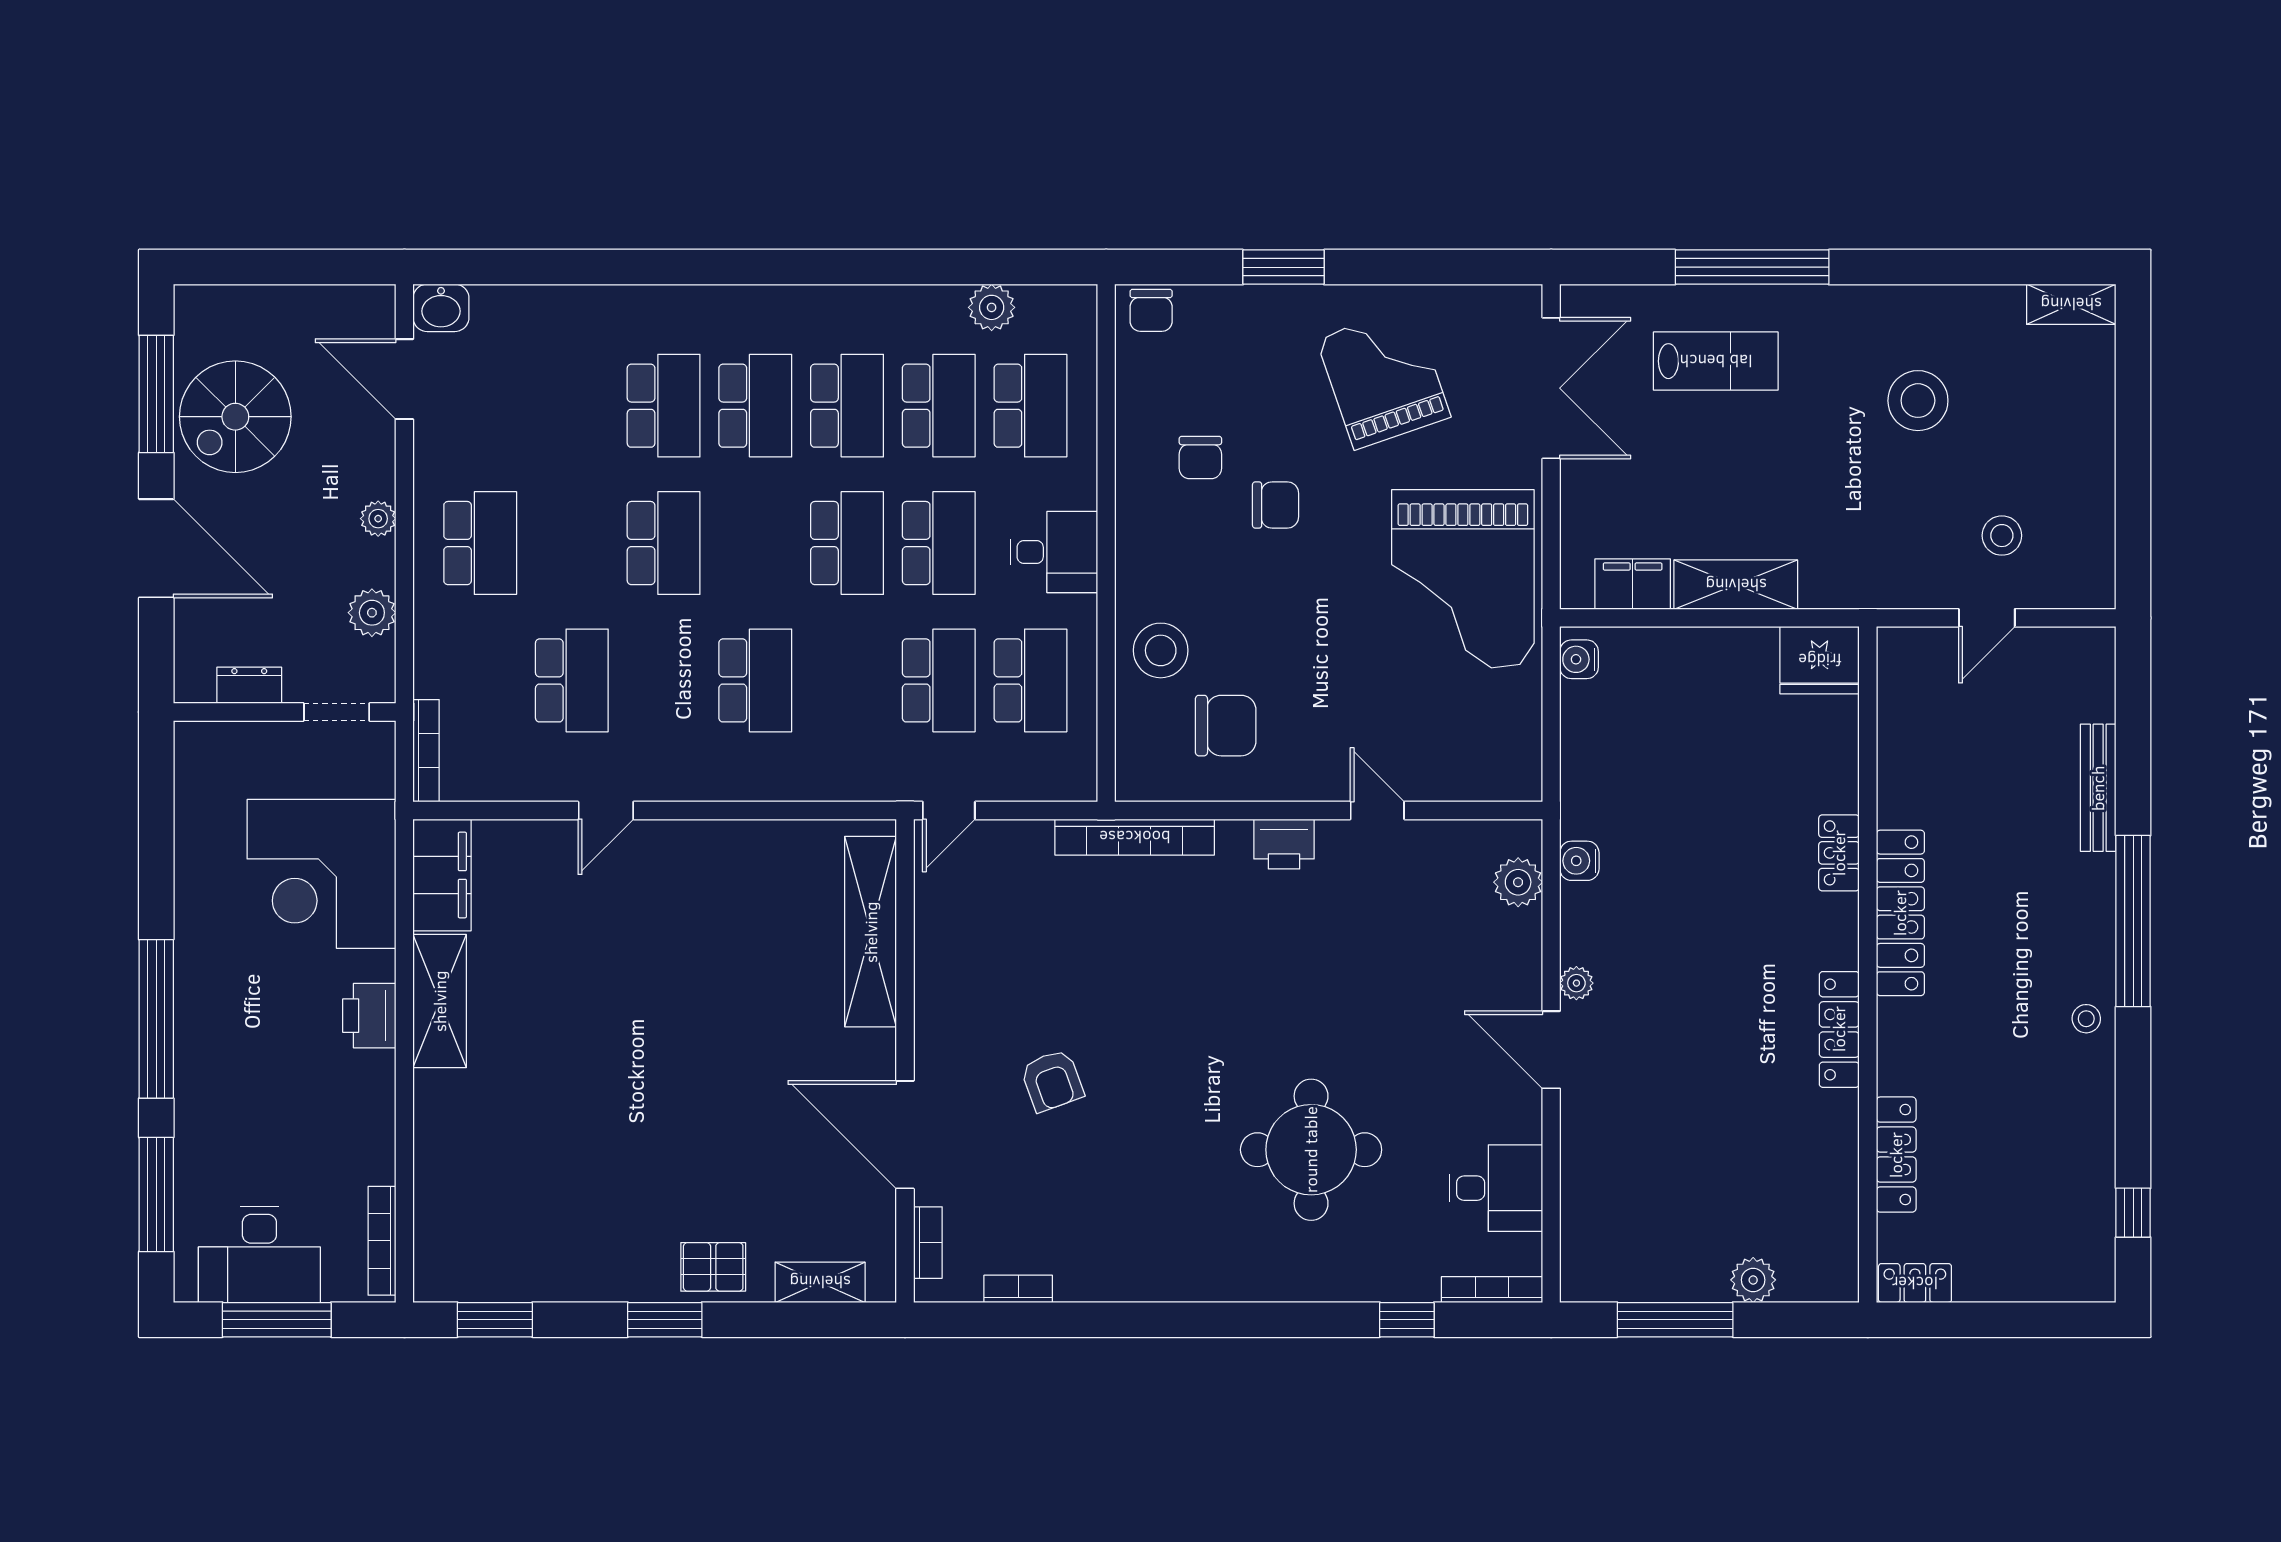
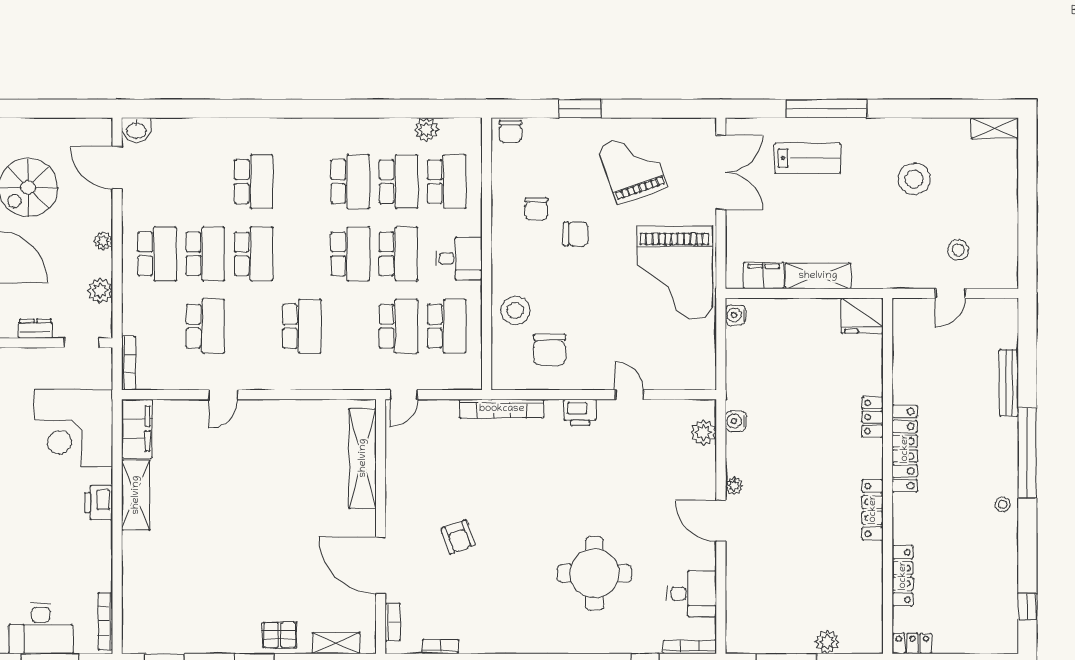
school desk: (755, 406) -> (205, 254), moved
chair: (1226, 726) -> (550, 350), turned 90

